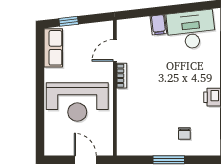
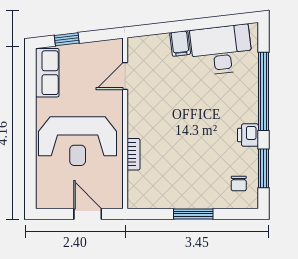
bookcase: (122, 76) -> (134, 154), moved
chair: (184, 133) -> (239, 184), moved

